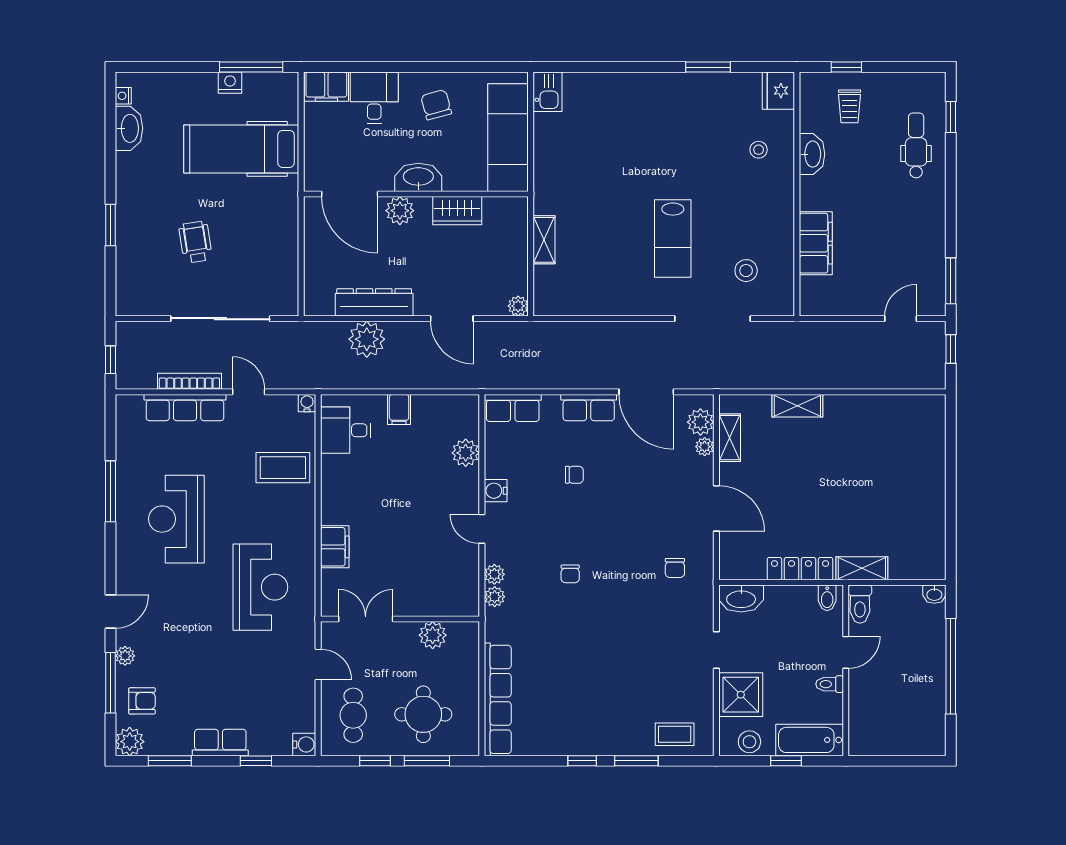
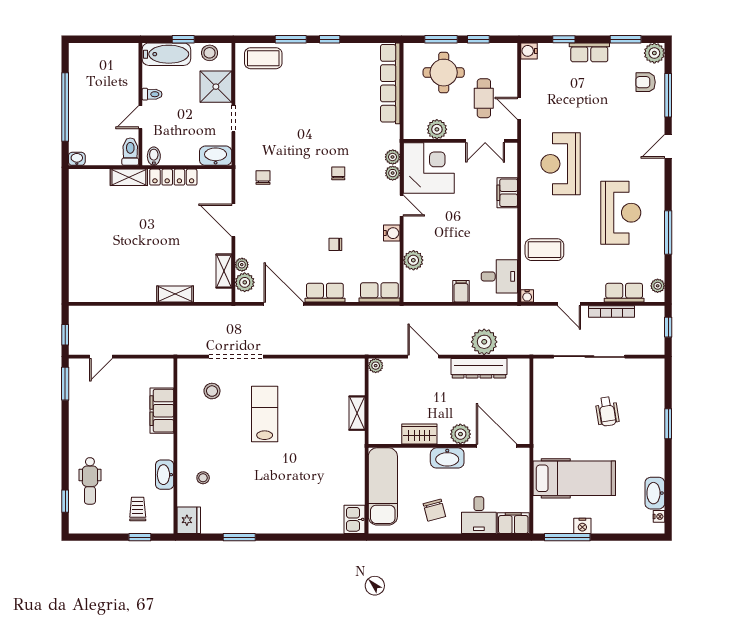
row of seats: (185, 408) -> (624, 293), width x0.68
corner desk: (444, 581) -> (429, 168), added
plant: (125, 656) -> (658, 286), moved
cafe table: (353, 715) -> (484, 98), moved
coffee table: (675, 734) -> (263, 58), width x1.36, depth x1.30

